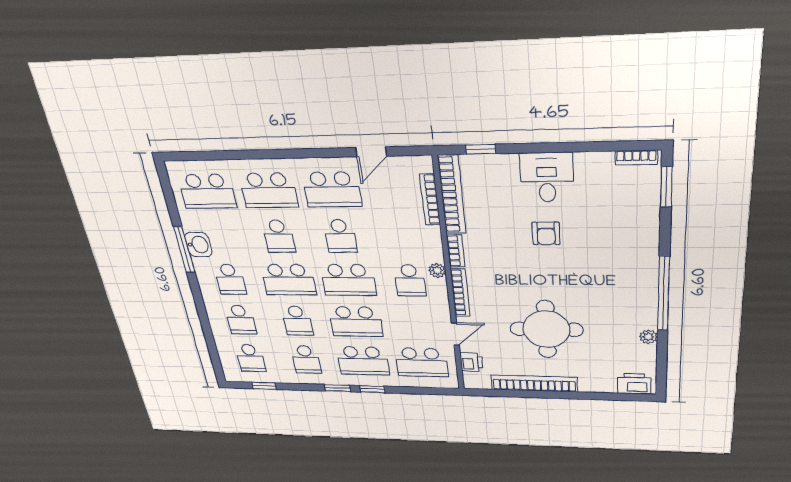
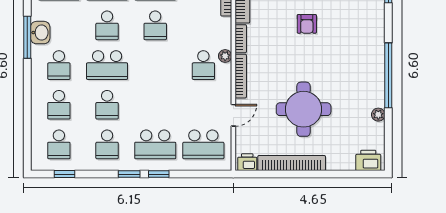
school desk: (348, 280) -> (155, 65), removed
school desk: (356, 322) -> (155, 105), removed
printer: (471, 362) -> (247, 162), moved, turned -90

